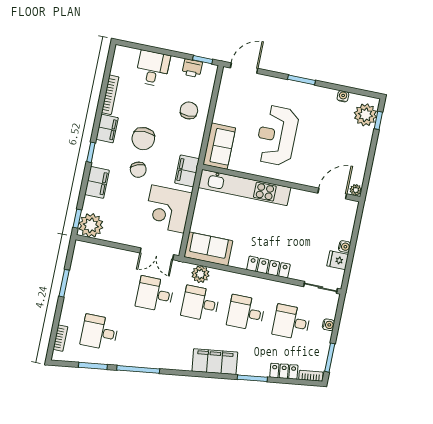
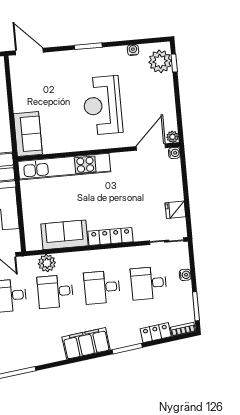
door: (244, 68) -> (29, 51), hinge flipped
reception desk: (277, 136) -> (102, 105), moved
water cooler: (344, 247) -> (174, 153), moved
sofa: (208, 249) -> (64, 235), moved

